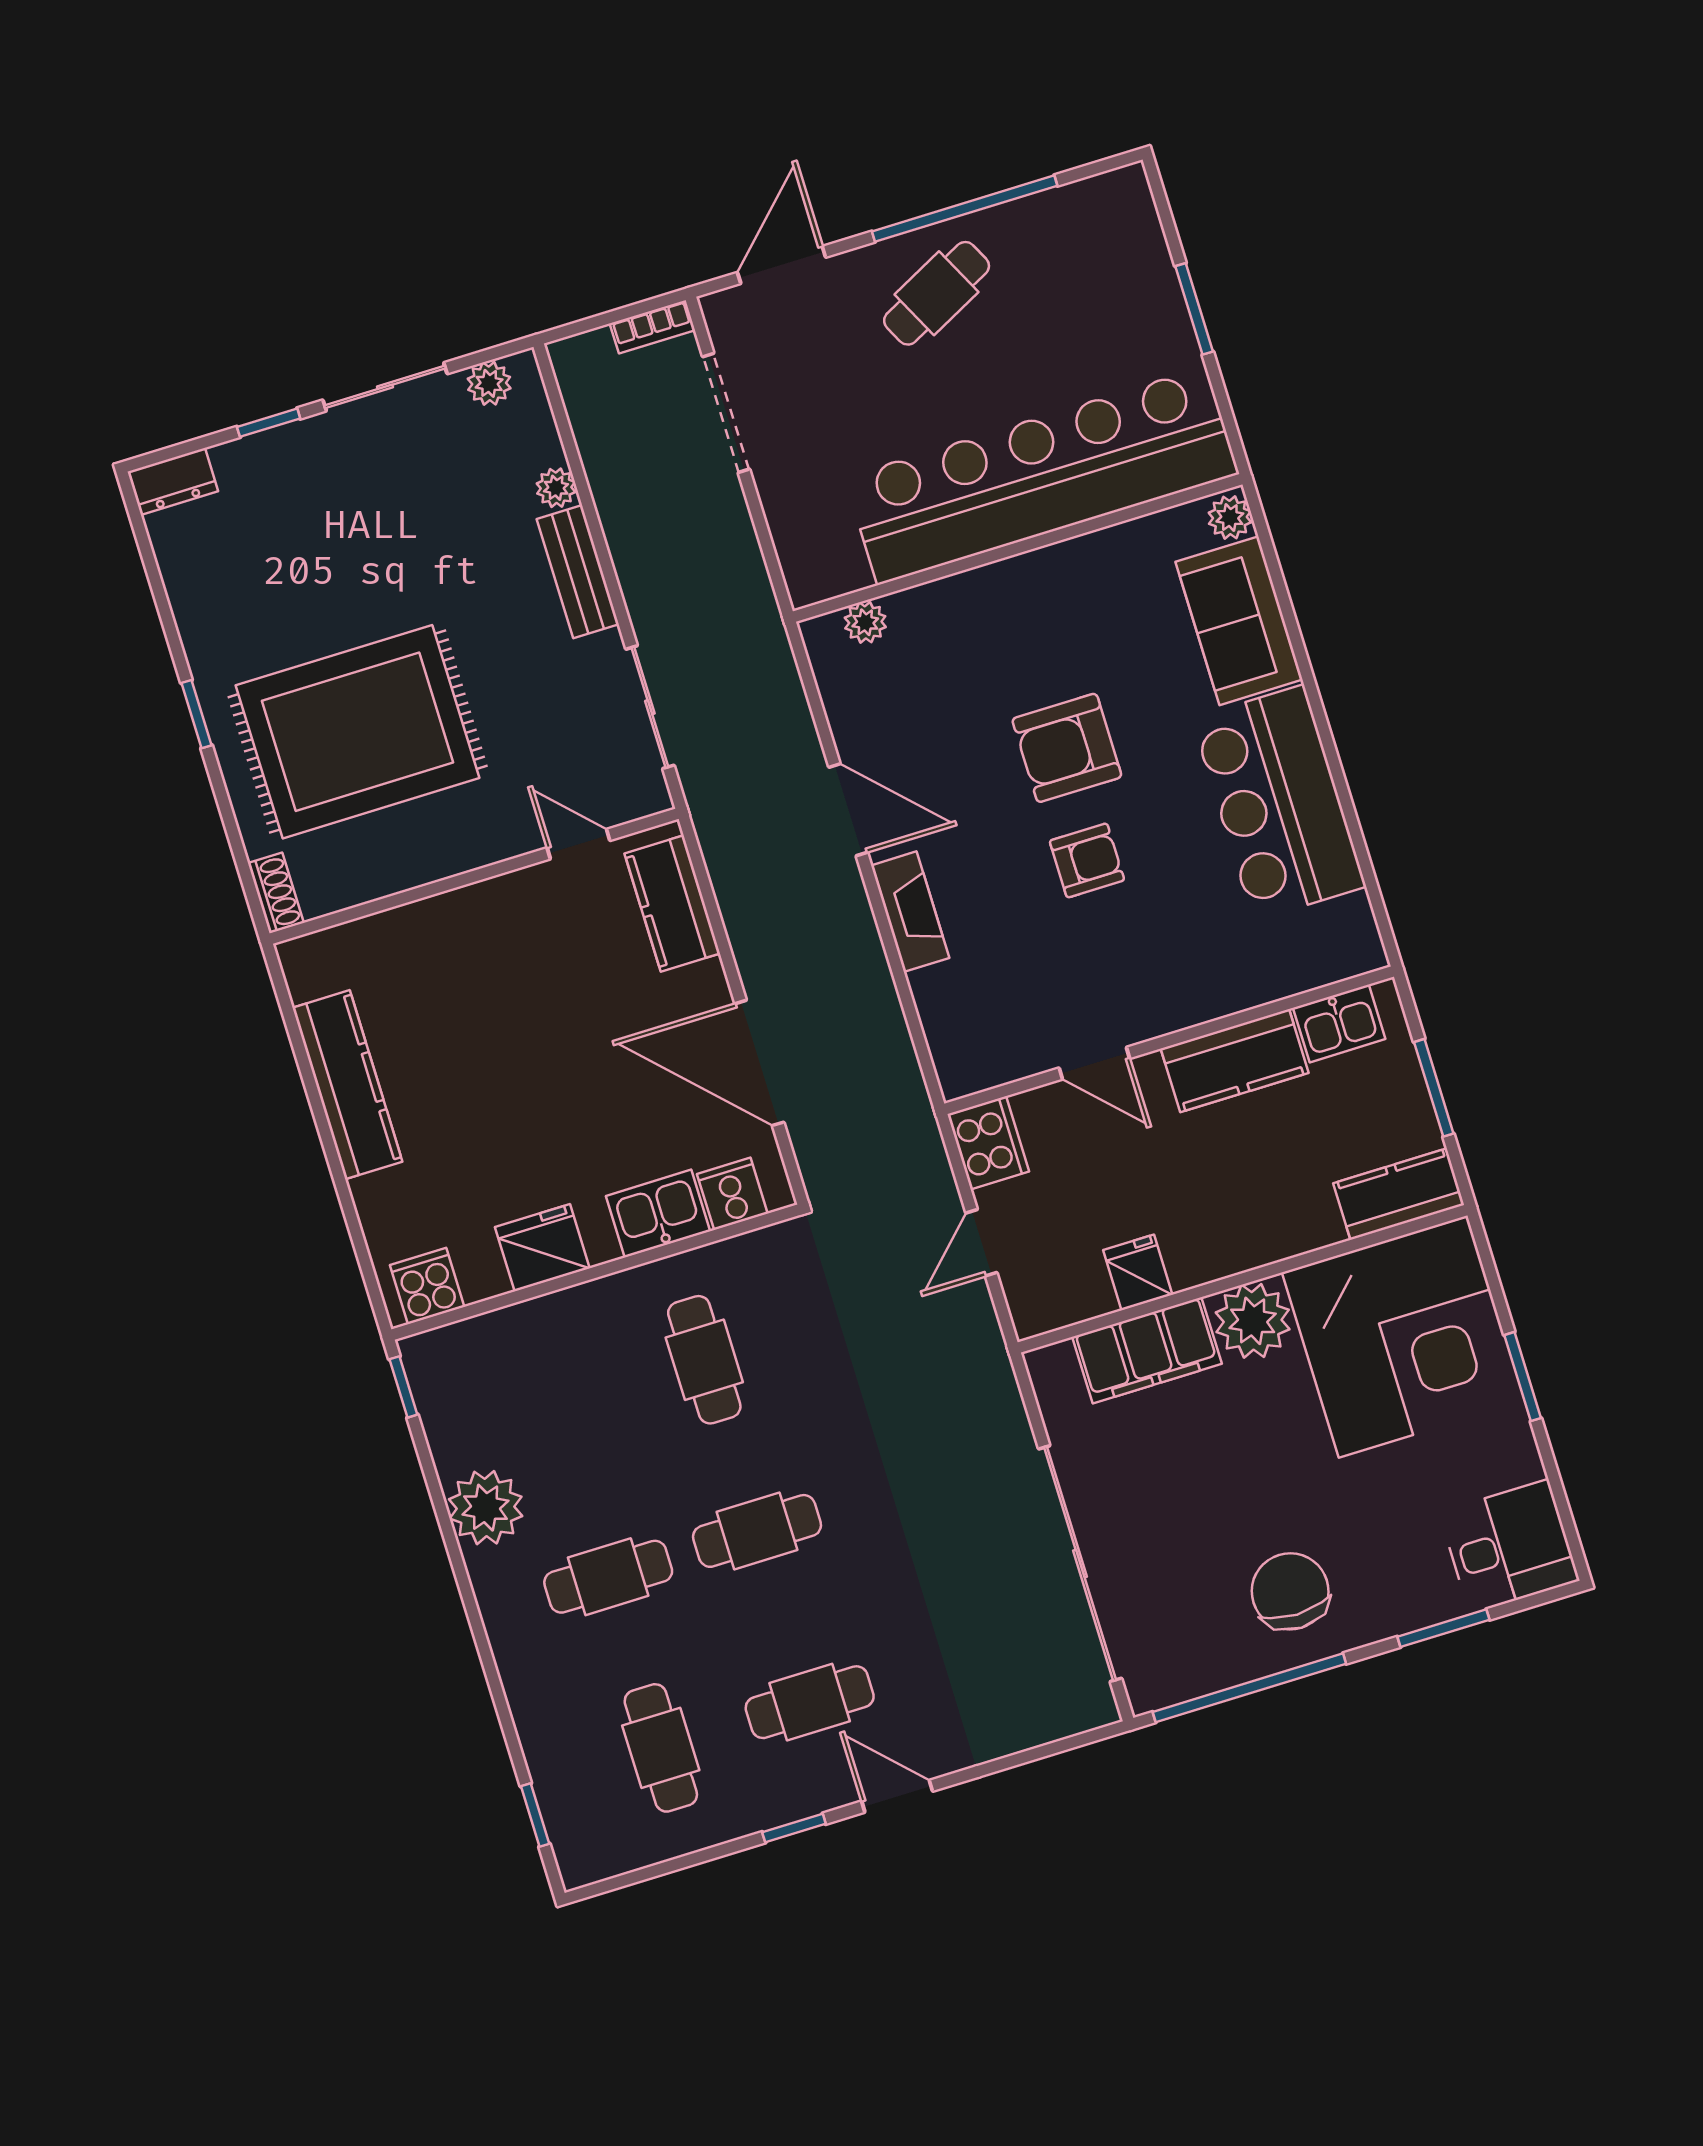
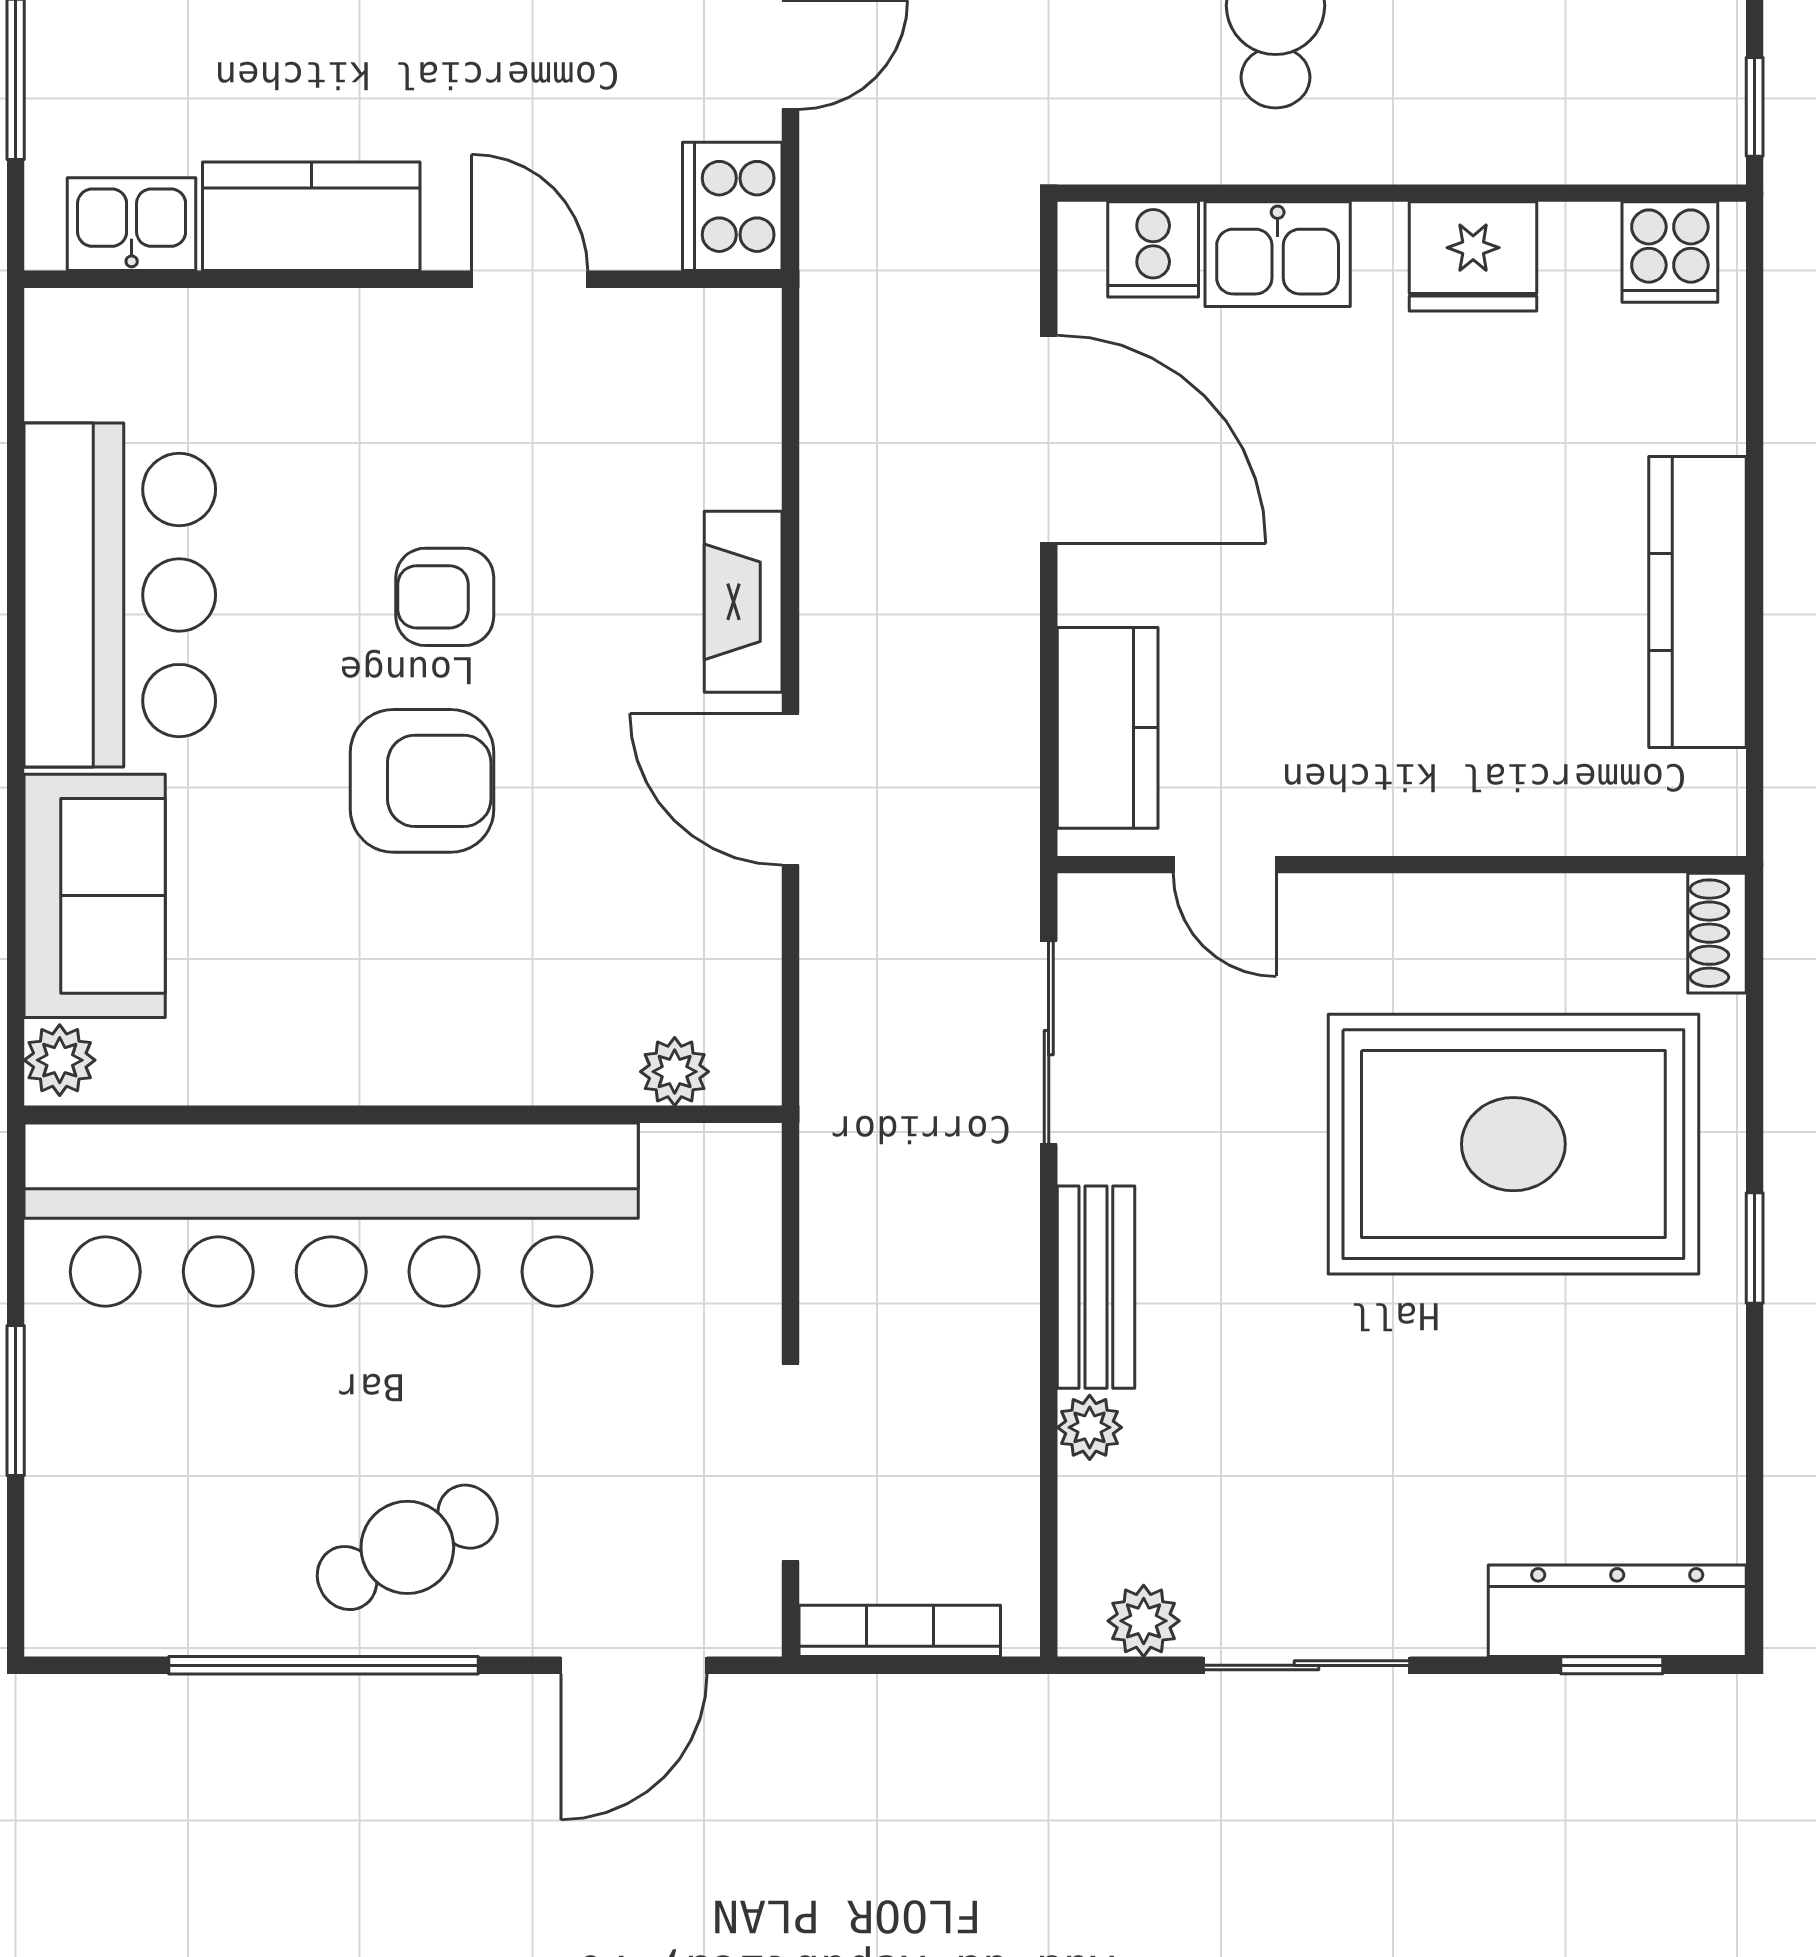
bookcase: (652, 327) -> (900, 1631), width x1.56
window: (269, 423) -> (1612, 1665), moved
dresser: (173, 482) -> (1617, 1611), width x1.96, depth x1.24

